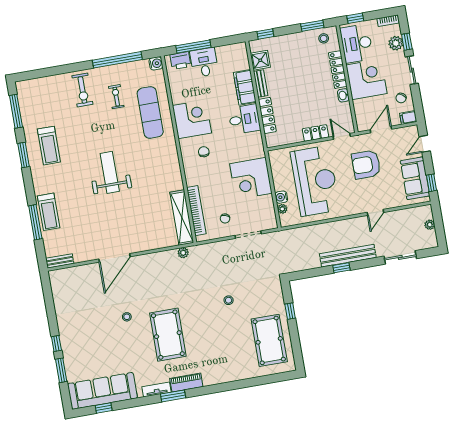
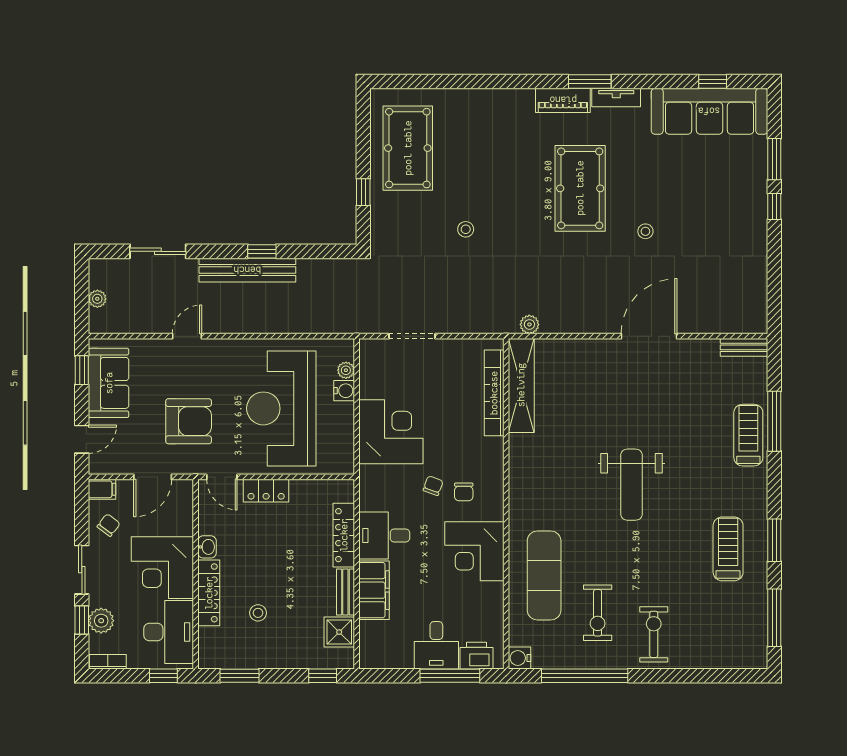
stool: (324, 38) -> (258, 613), moved
exercise bike: (116, 97) -> (598, 613), width x1.38, depth x1.39
chair: (225, 219) -> (433, 486), moved

